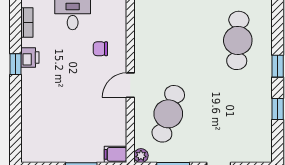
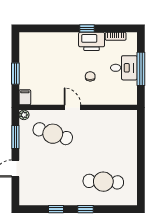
chair: (100, 49) -> (90, 76), moved
printer: (30, 58) -> (92, 41), width x1.87, depth x1.48

